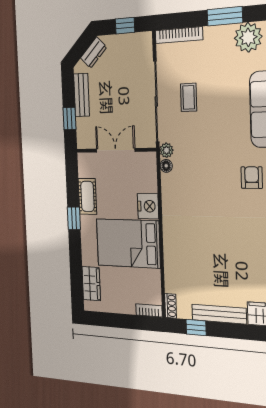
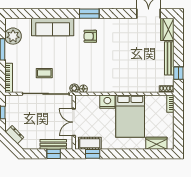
bench: (82, 95) -> (53, 144), moved
cot: (87, 196) -> (90, 143), moved
window: (74, 218) -> (93, 154), moved

